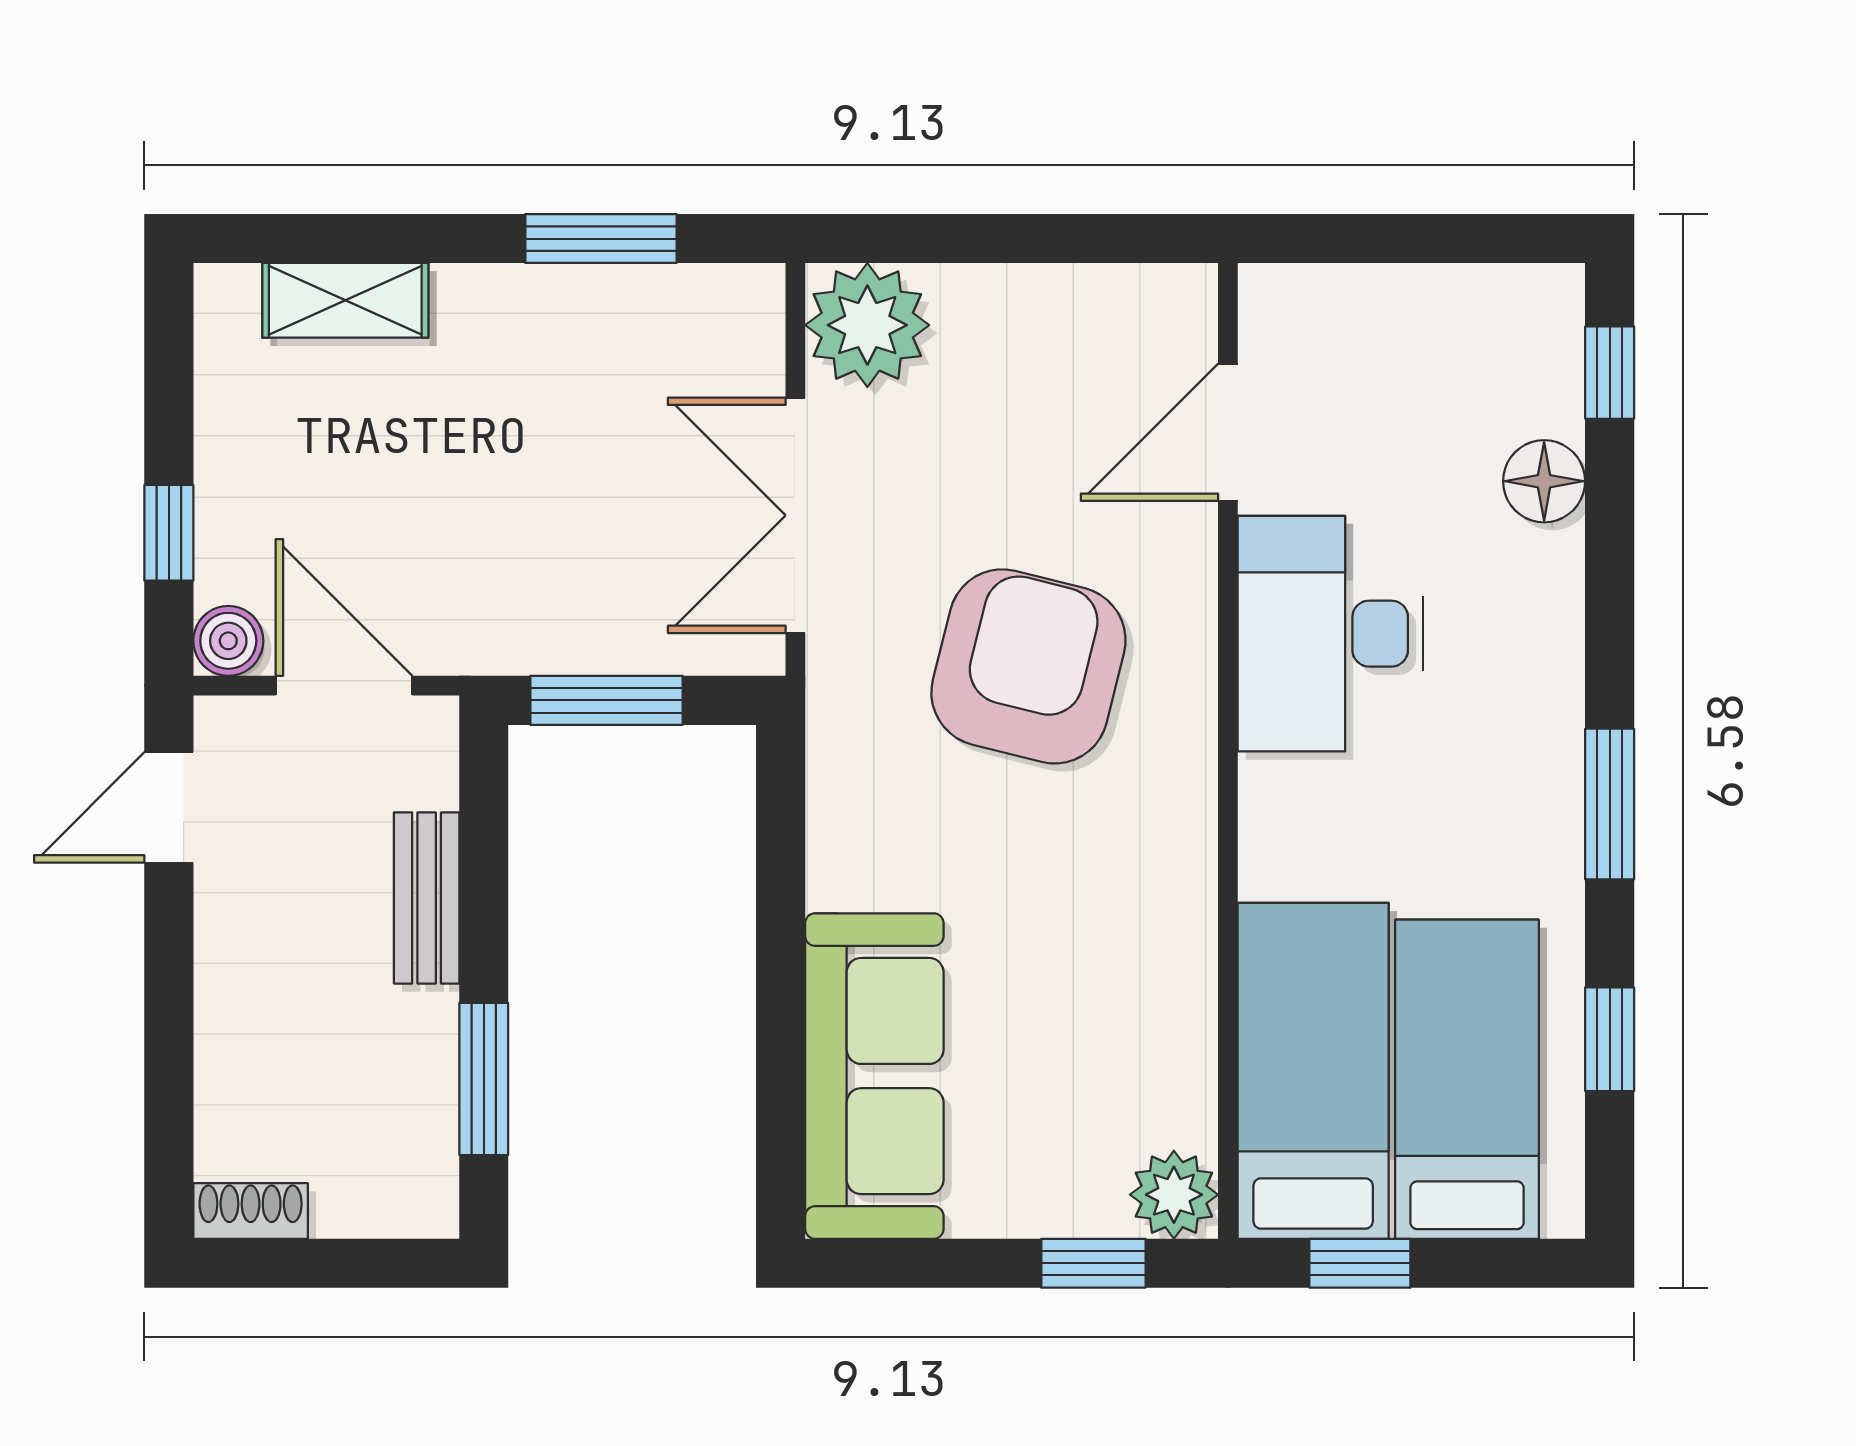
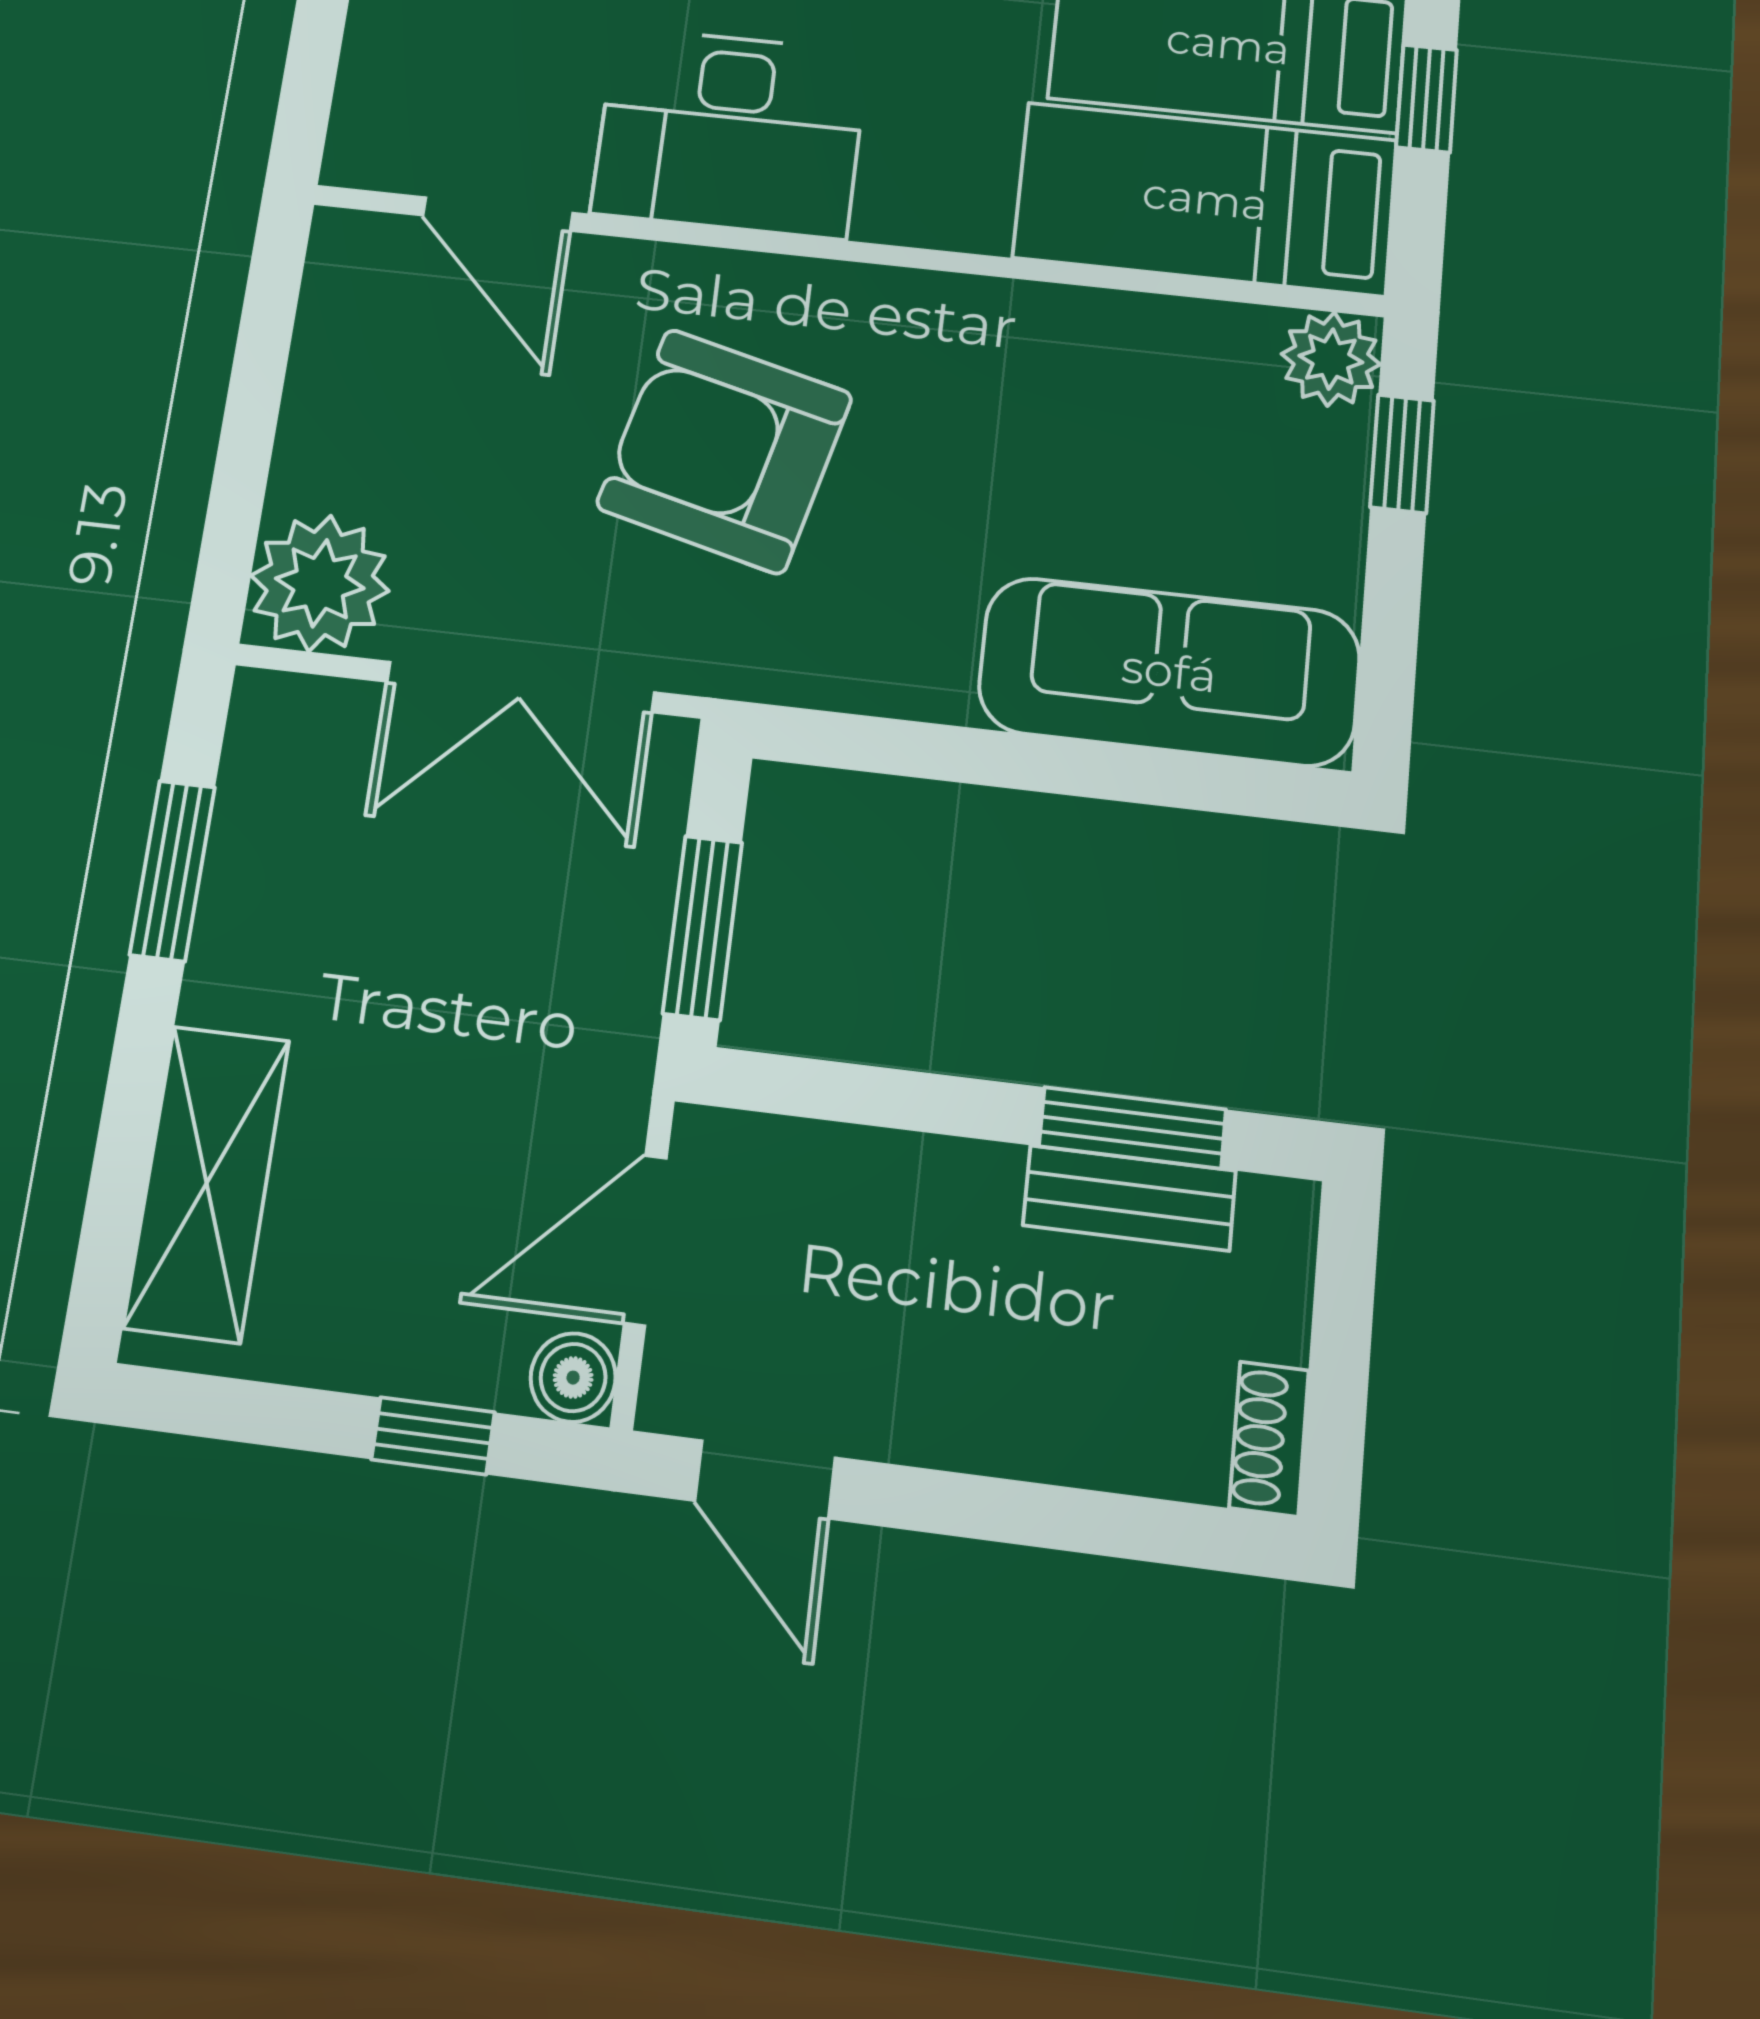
shelving: (345, 300) -> (207, 1183), width x1.50, depth x1.33
bench: (427, 898) -> (1129, 1198), moved
window: (1360, 1263) -> (1427, 98), moved

